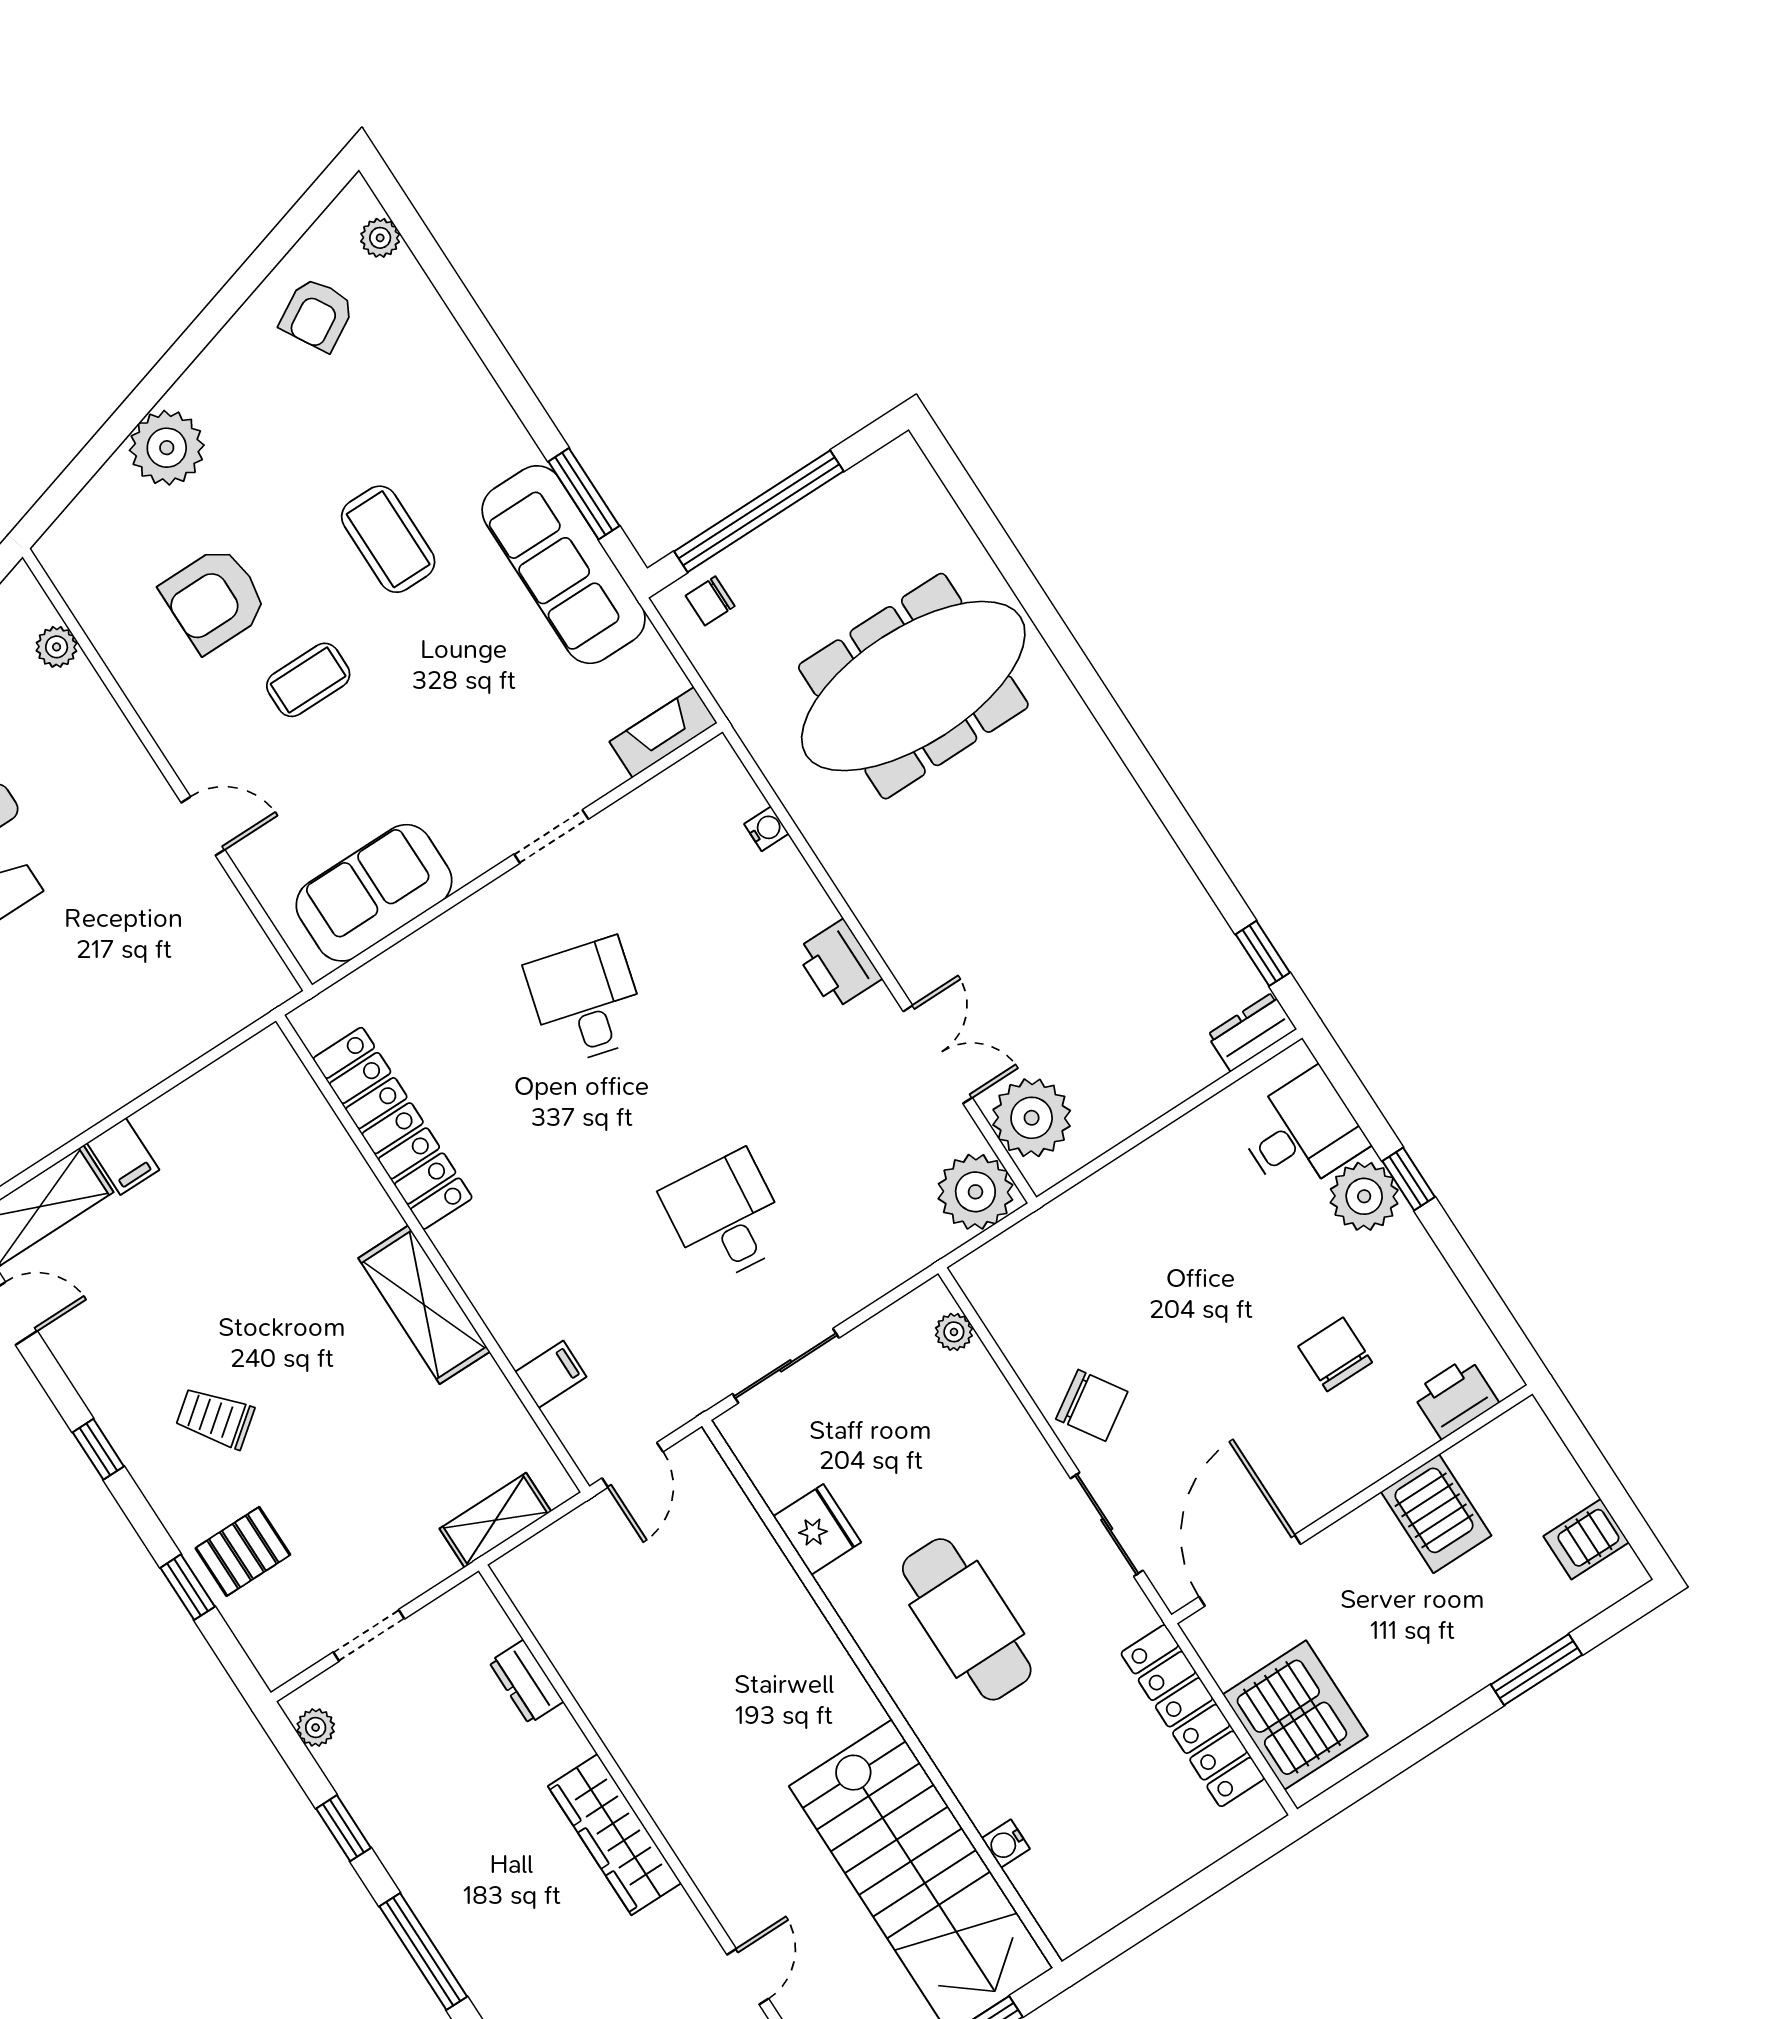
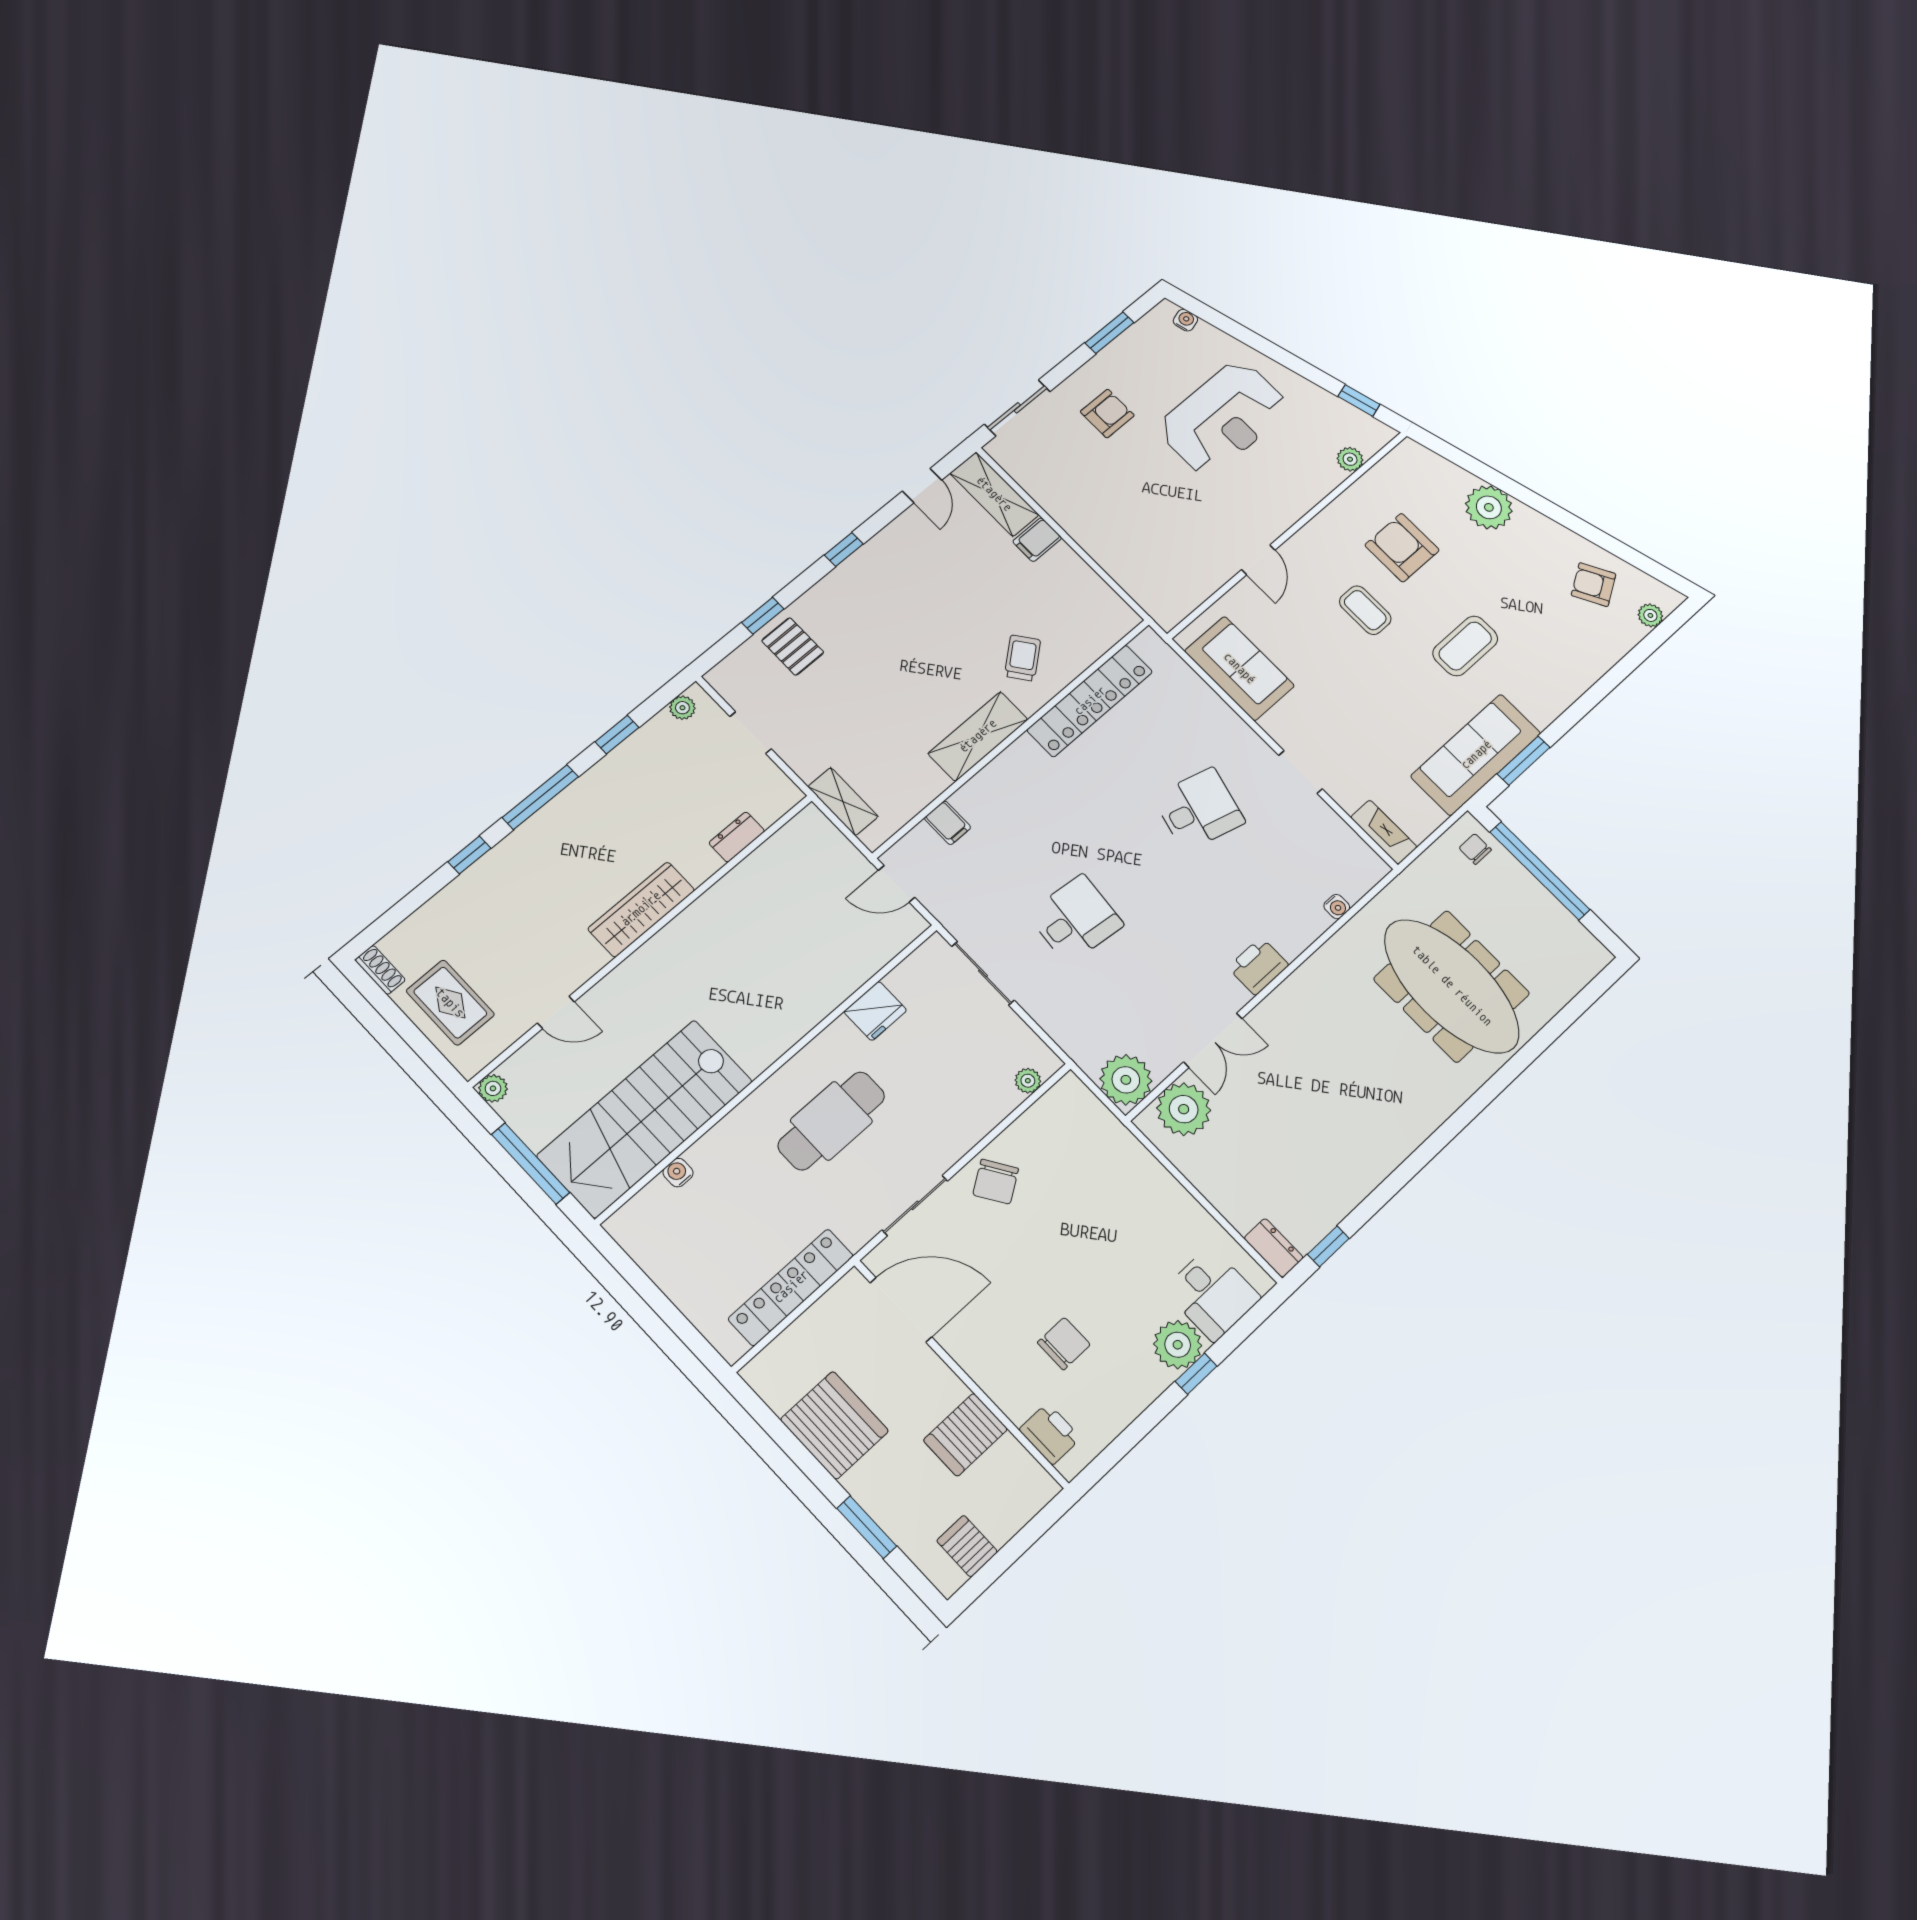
trolley: (215, 1418) -> (1023, 658), moved
server rack: (1295, 1715) -> (834, 1425), moved, turned -90

